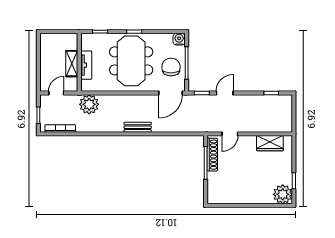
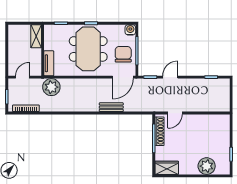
shelving: (72, 64) -> (36, 36), moved
tv unit: (86, 65) -> (49, 63), moved
bench: (138, 127) -> (111, 107), moved
wardrobe: (270, 143) -> (167, 168), moved, turned 180
plant: (283, 194) -> (207, 166), moved

